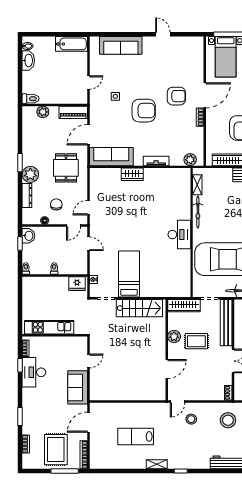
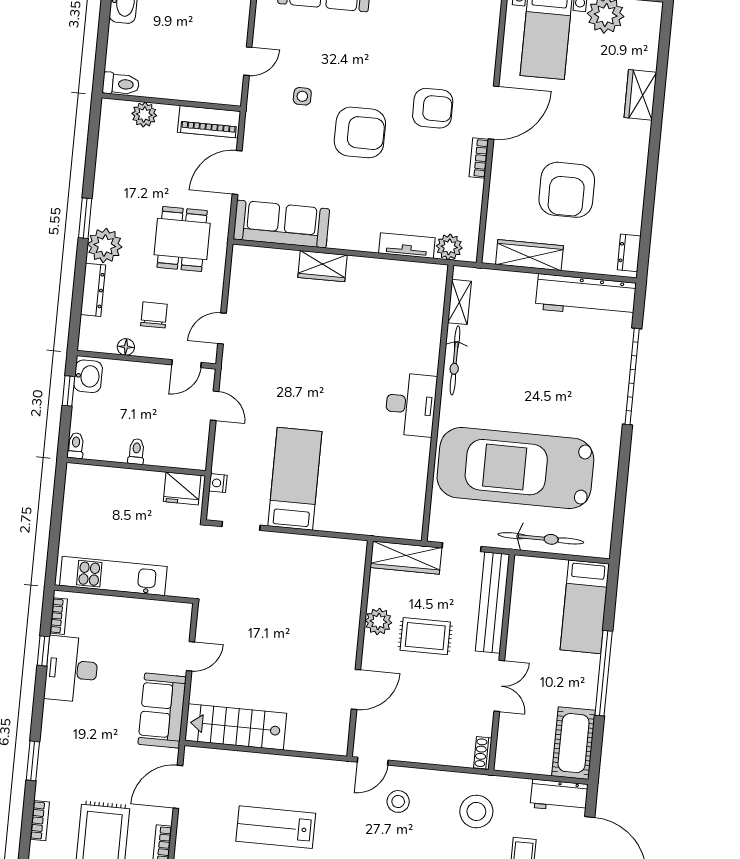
tv unit: (156, 161) -> (407, 246), moved
stairs: (139, 308) -> (236, 727), moved, turned 180

